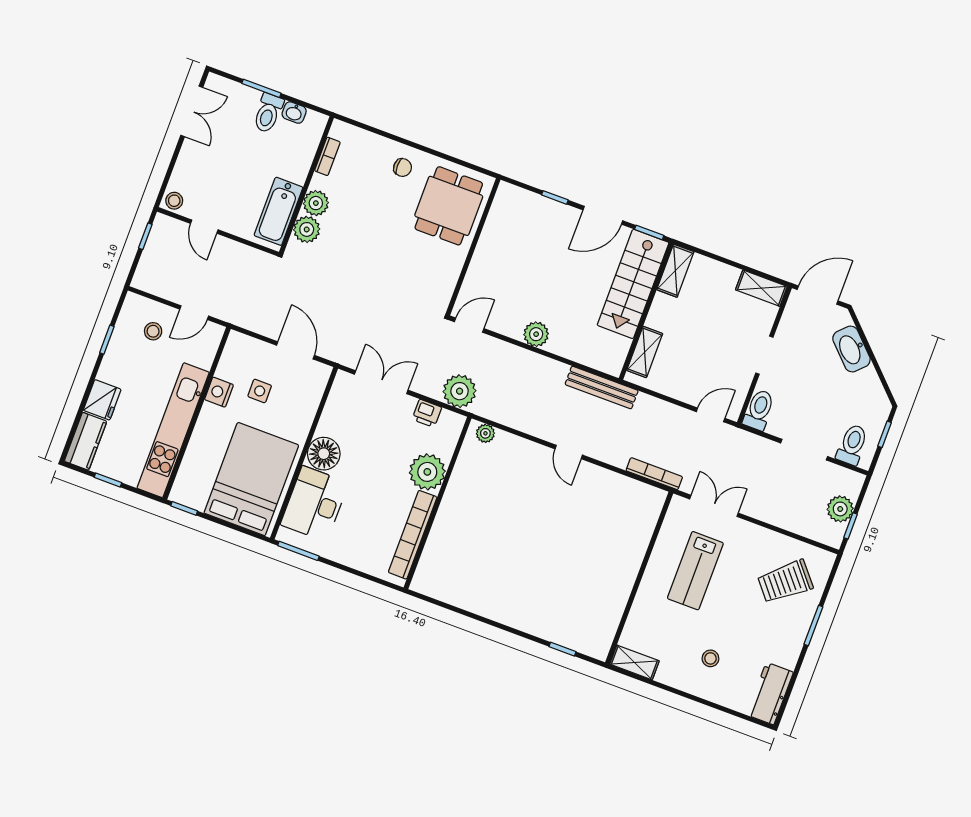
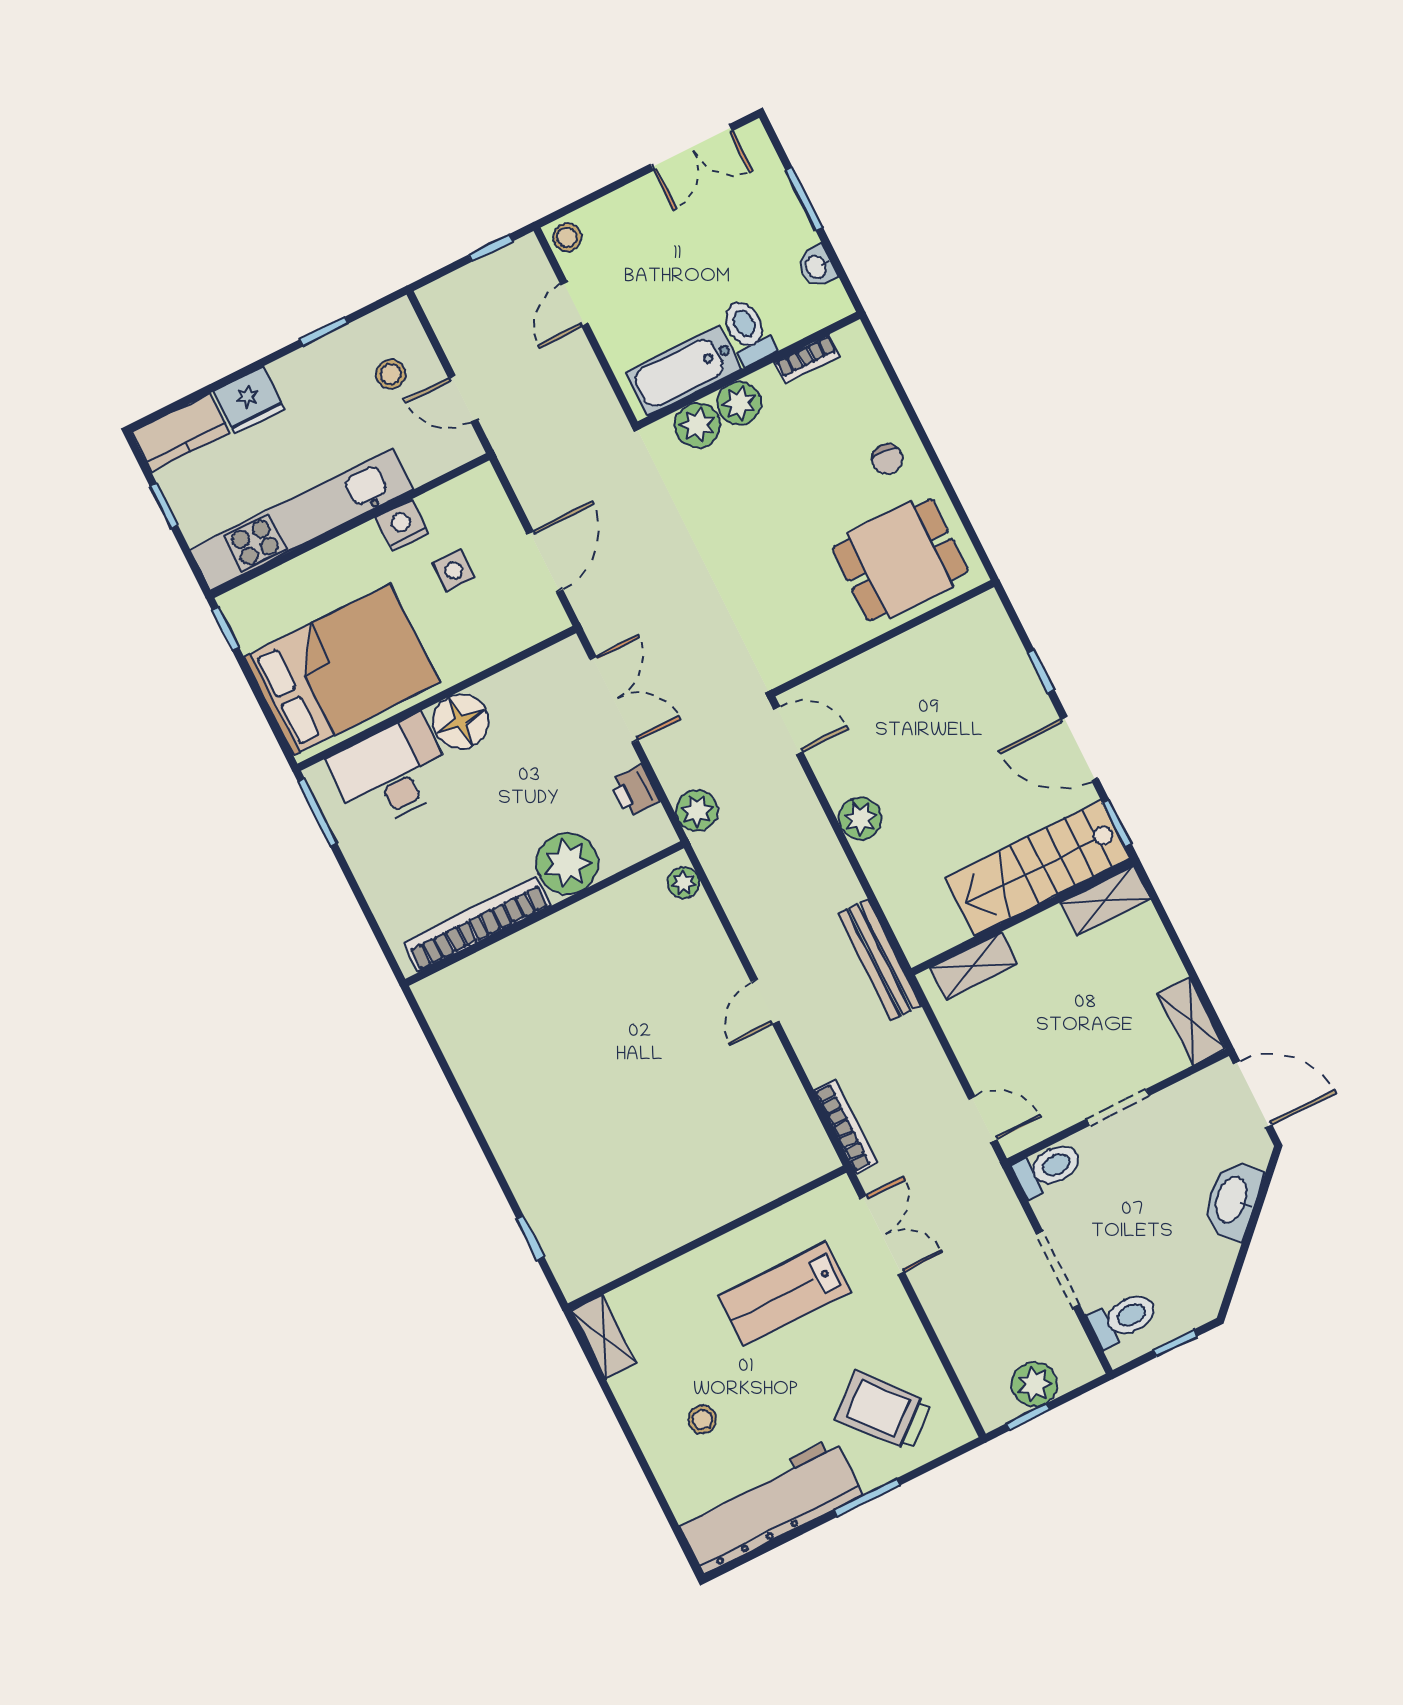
toilet: (268, 113) -> (748, 331), moved, turned 90
plant: (460, 391) -> (697, 811), width x0.73, depth x0.73
workbench: (770, 694) -> (769, 1506), width x1.88, depth x1.32

